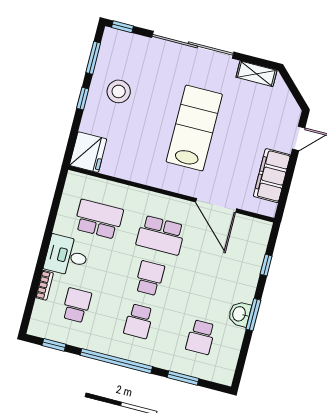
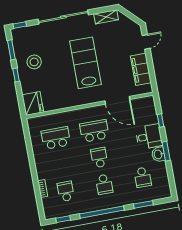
school desk: (161, 235) -> (94, 131), turned 180
desk: (67, 256) -> (149, 137), moved, turned 180

